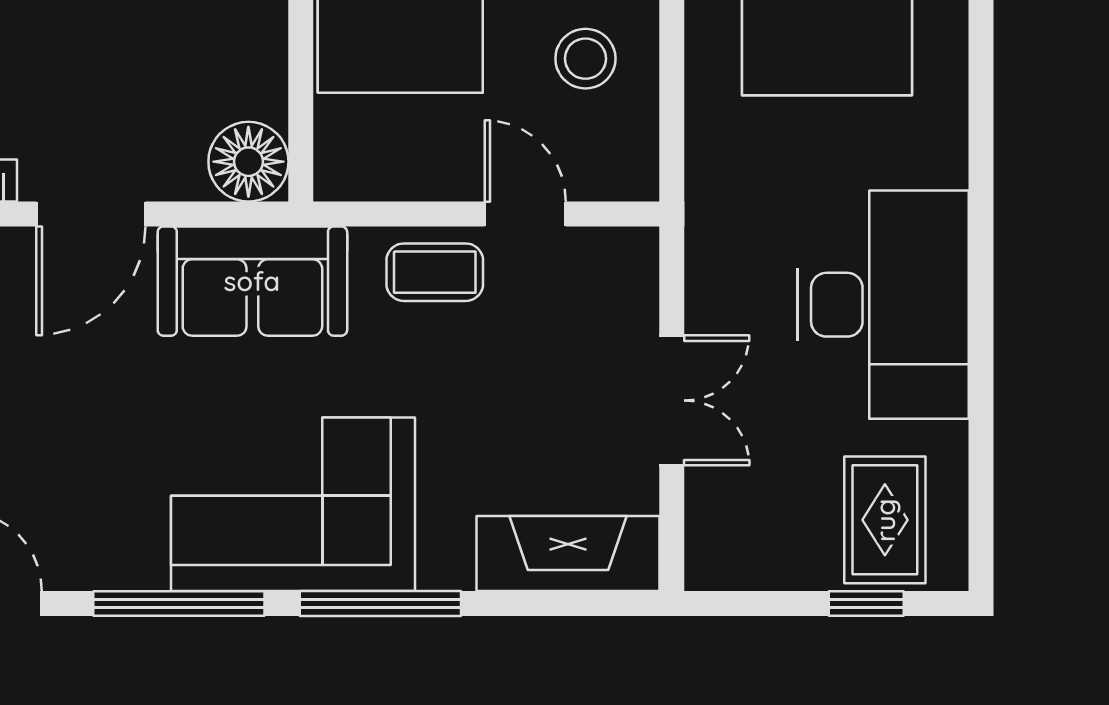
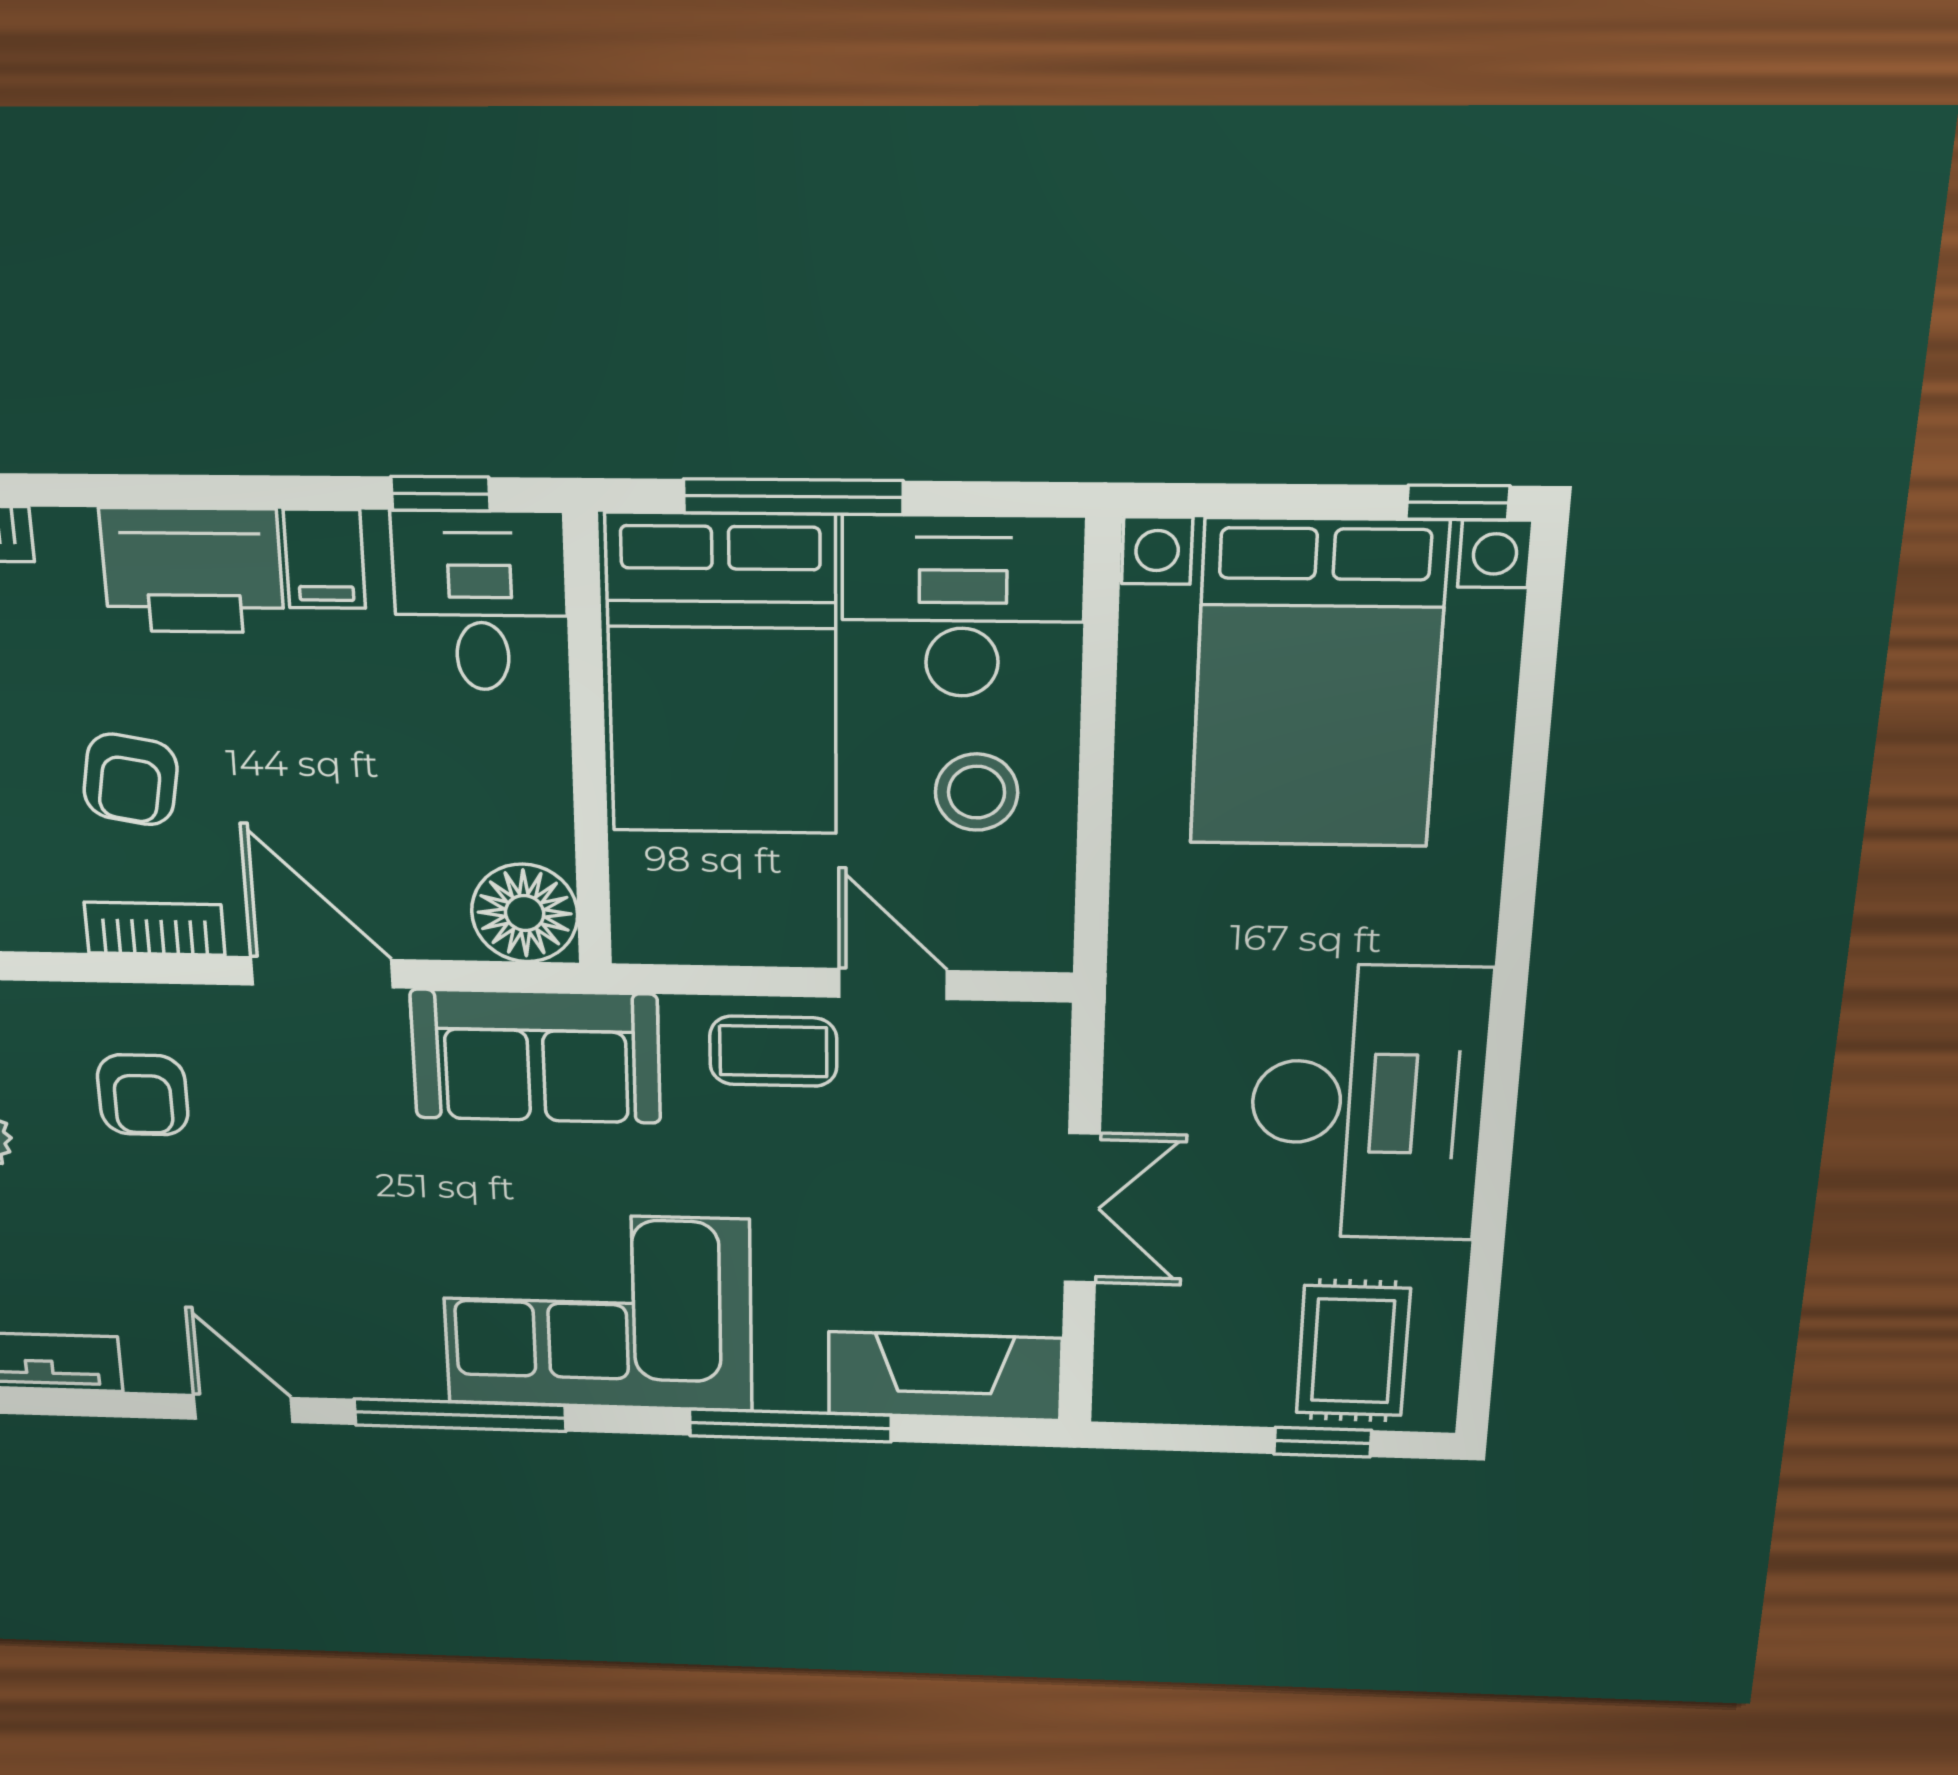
door: (91, 214) -> (322, 972), swing flipped
window: (380, 604) -> (790, 1426), moved

